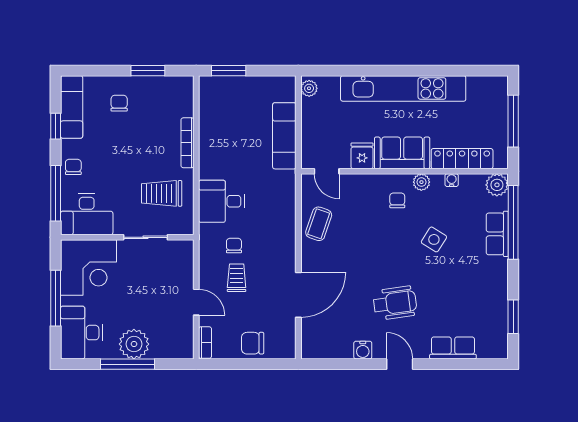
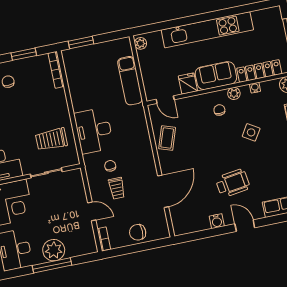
bookcase: (187, 143) -> (56, 70), moved
desk: (222, 201) -> (94, 131), width x1.37
trolley: (237, 278) -> (117, 188), turned 180

